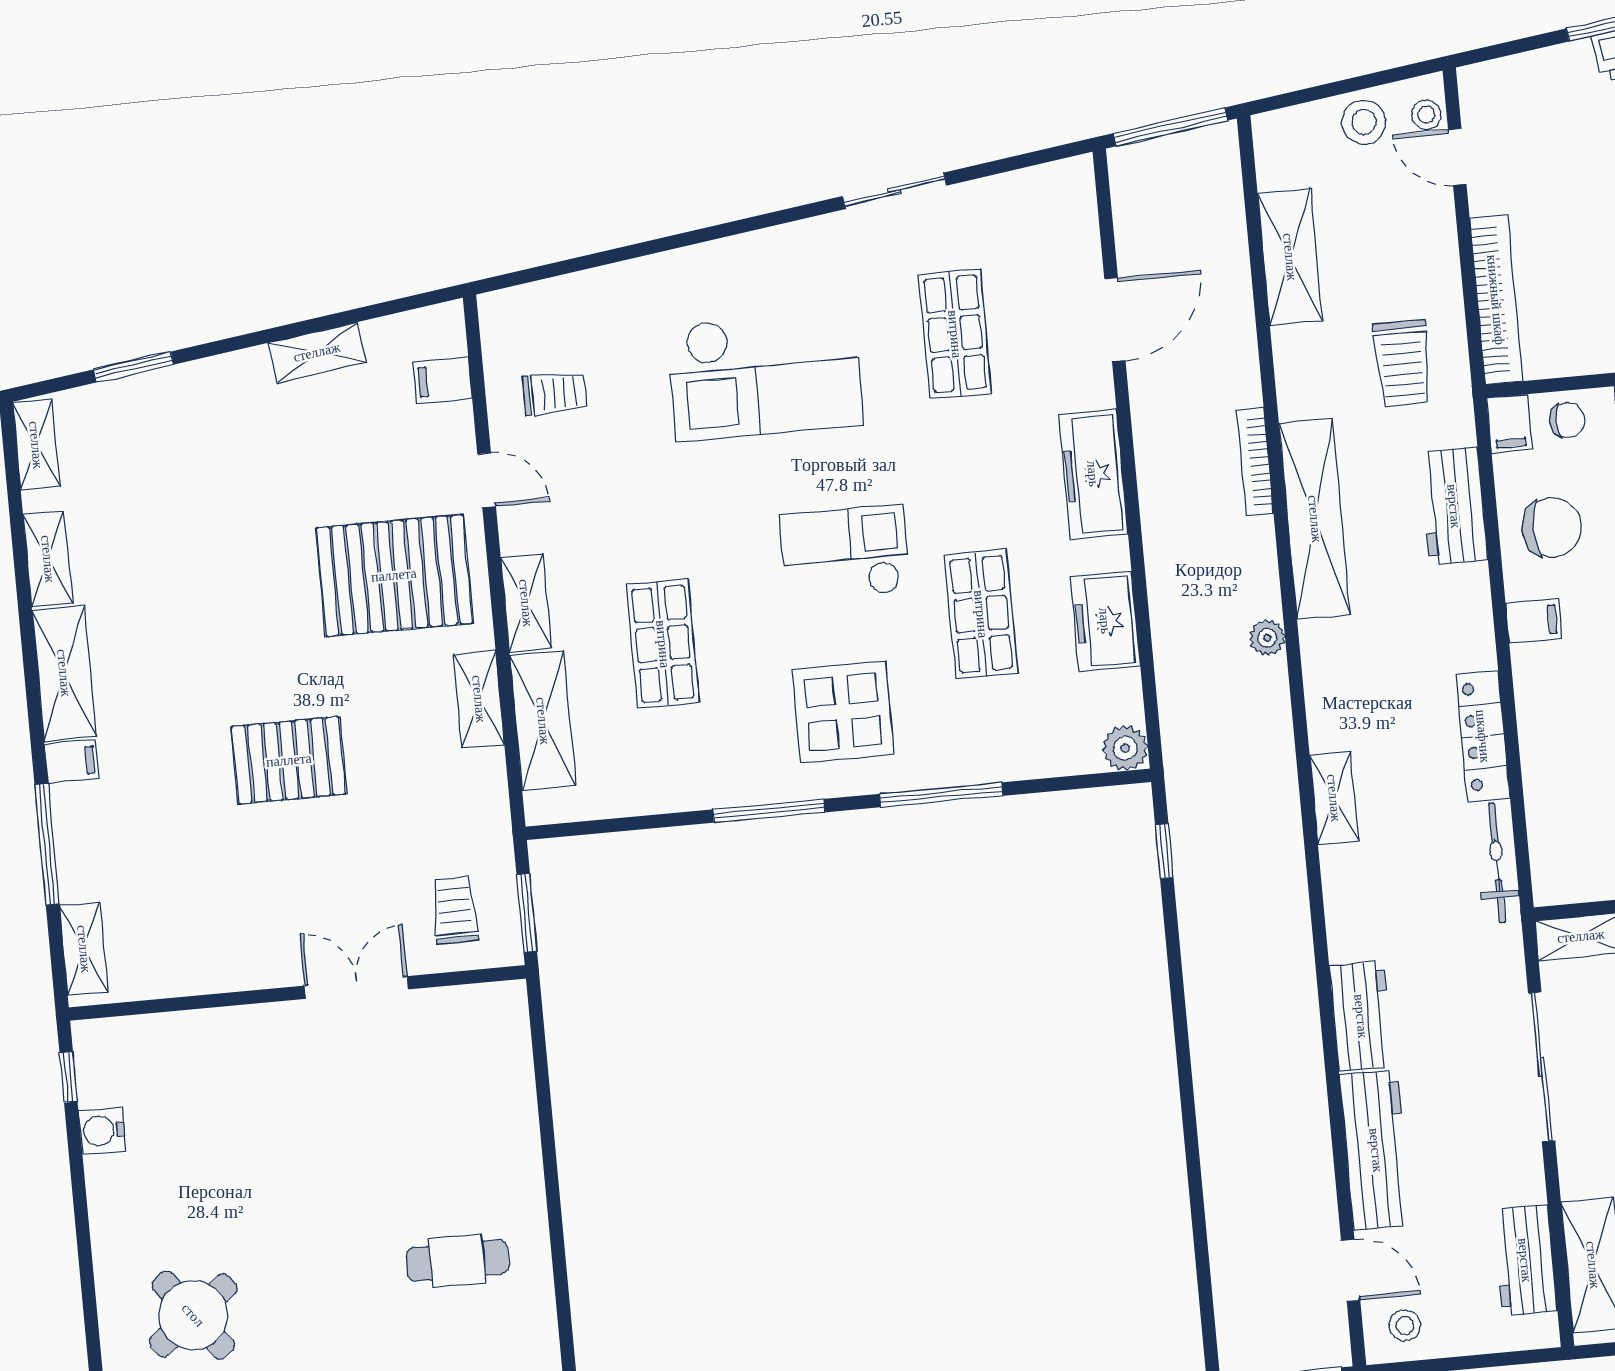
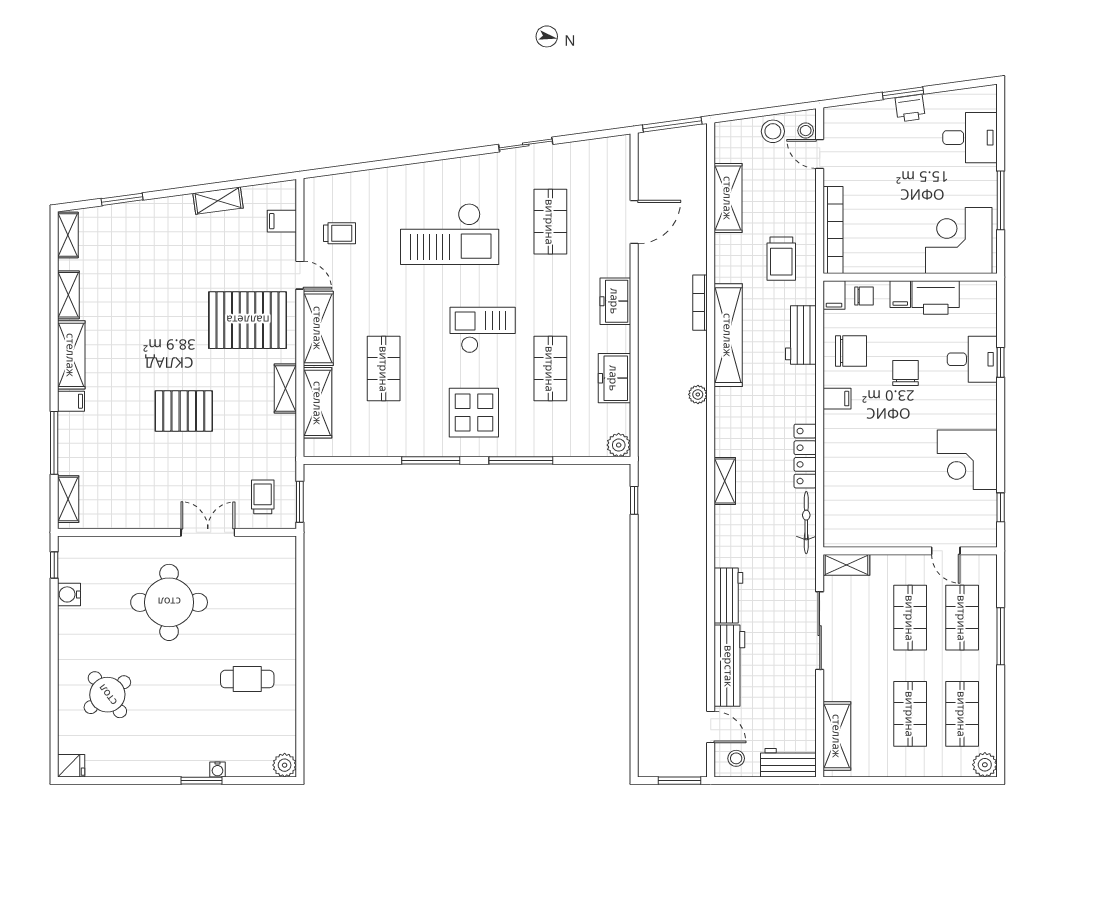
freezer: (1093, 474) -> (615, 301), width x0.71
shelving: (526, 603) -> (318, 328), width x1.50, depth x1.33
round table: (295, 1128) -> (169, 602), added
workbench: (1525, 1260) -> (788, 763), moved, turned 90

